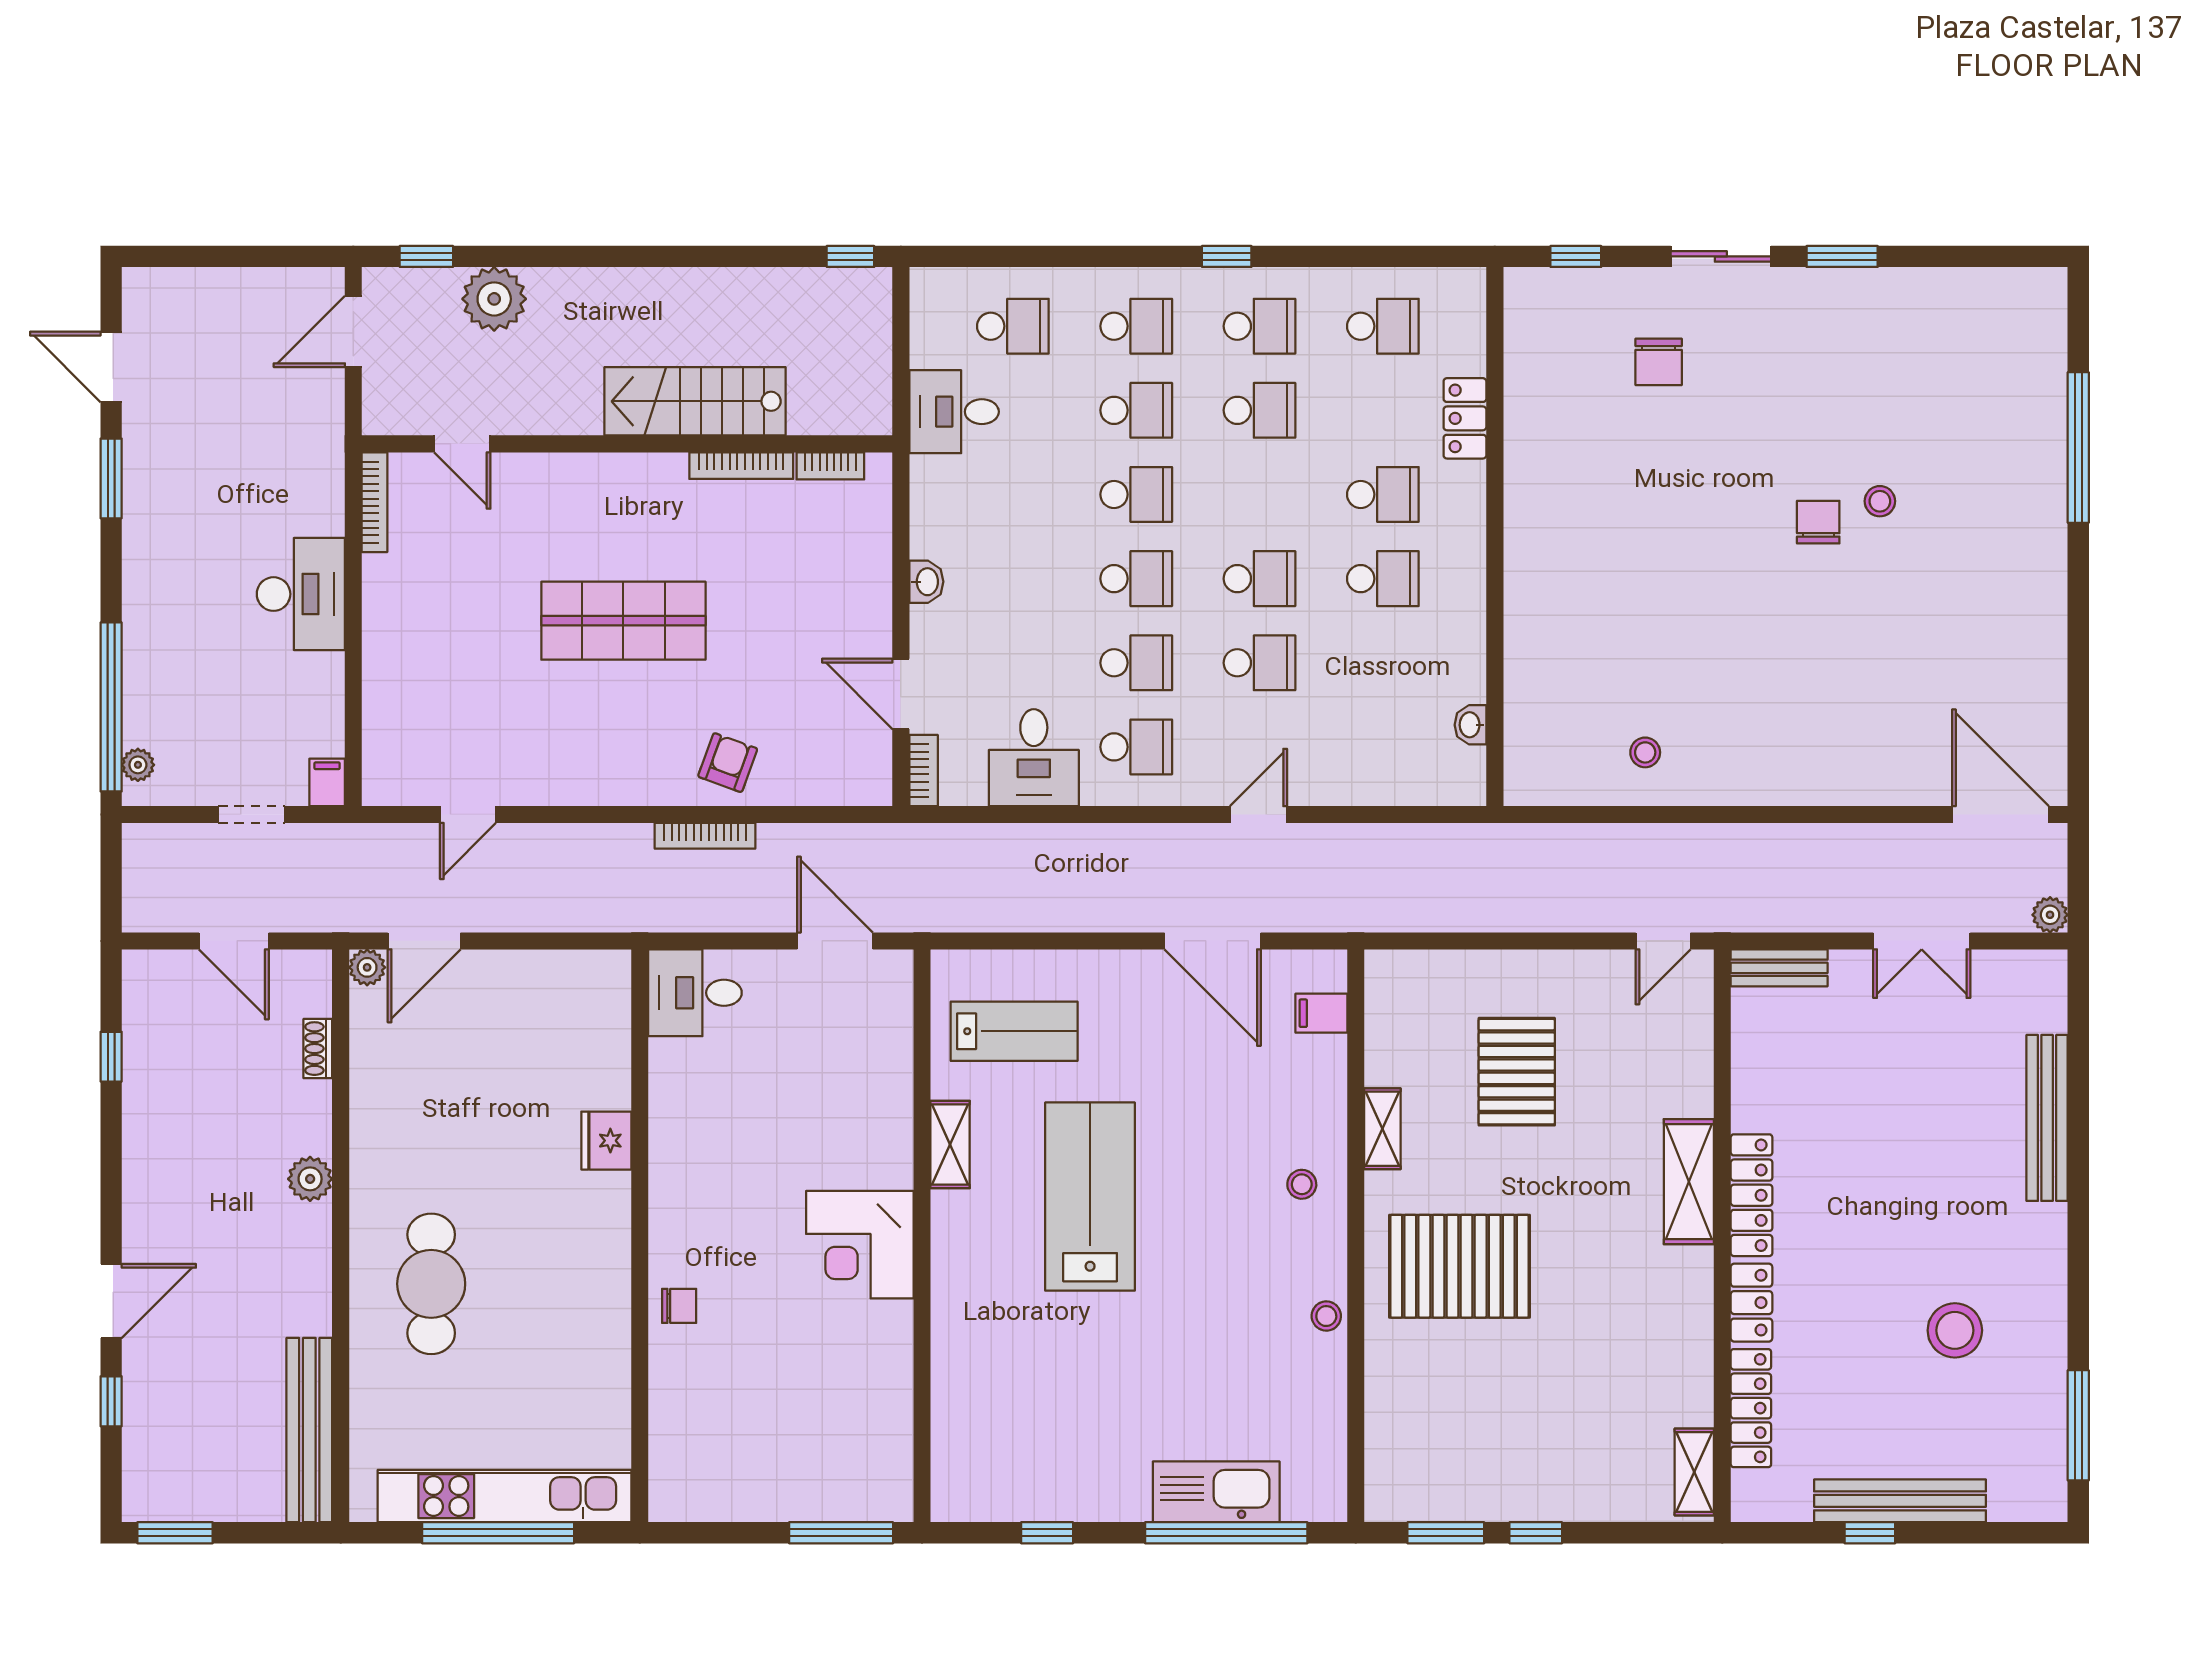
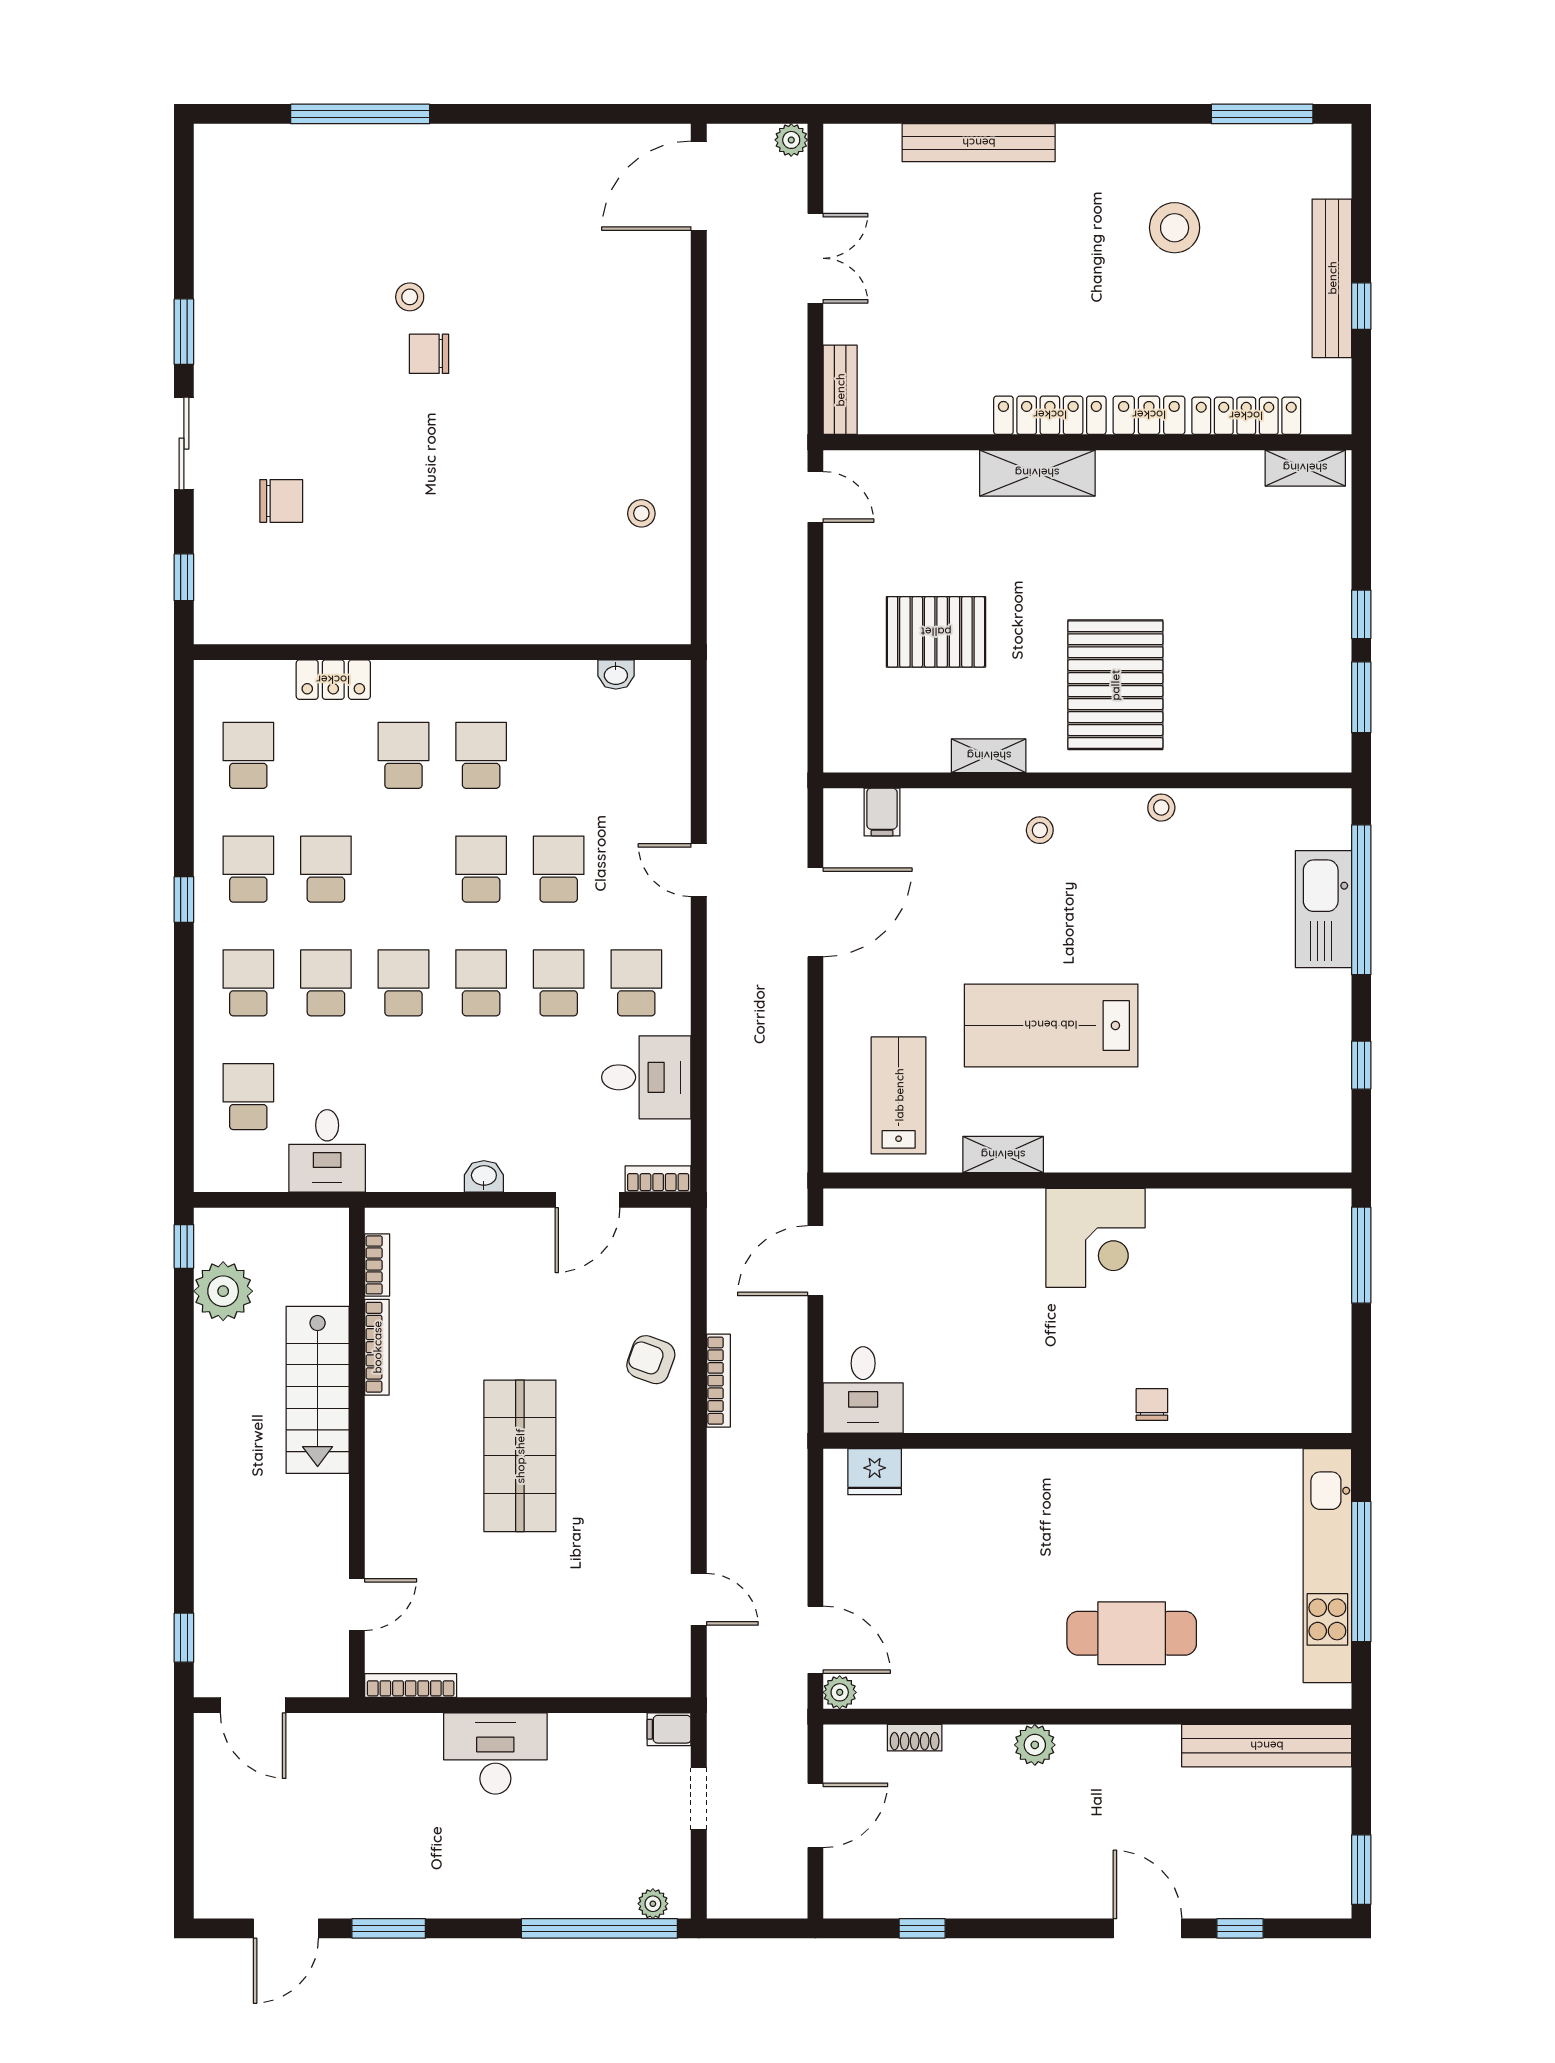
plant: (494, 299) -> (223, 1291), moved
fridge: (606, 1141) -> (875, 1472), moved

